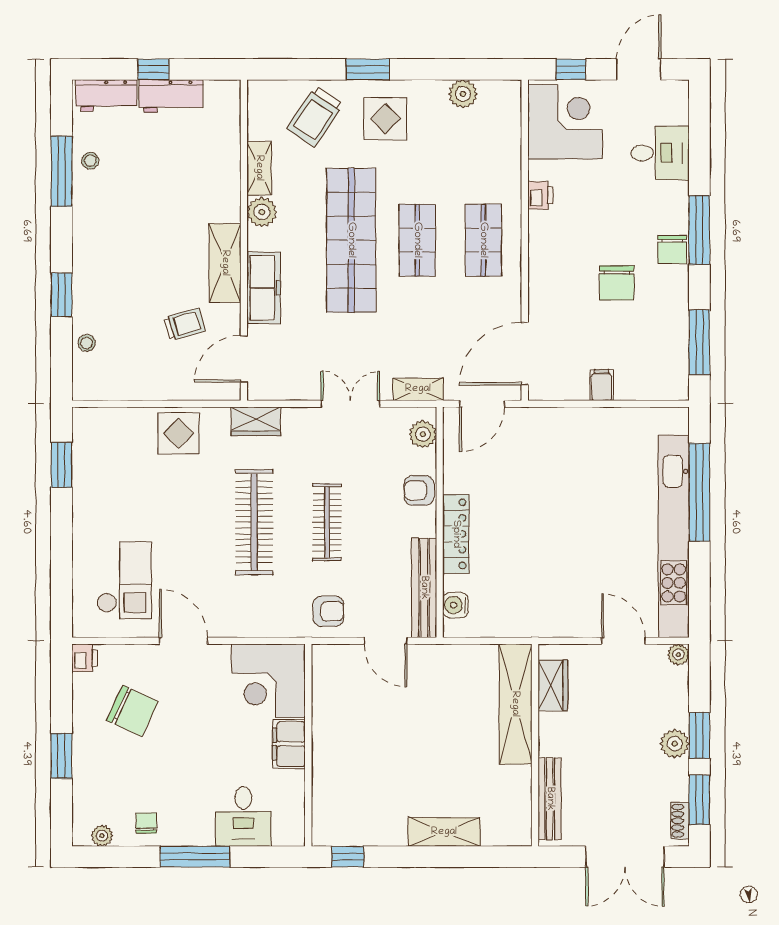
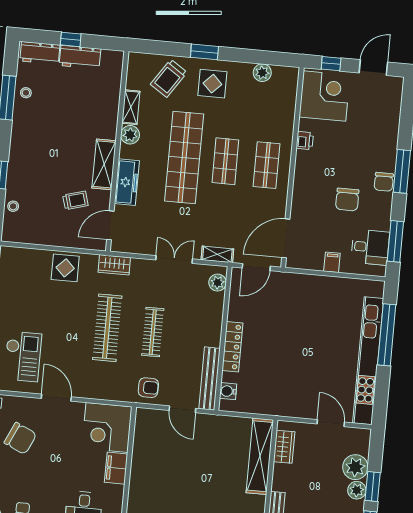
desk: (660, 153) -> (370, 247), moved
armchair: (419, 490) -> (212, 317), removed
plant: (678, 655) -> (355, 467), moved, width x1.87, depth x1.87

